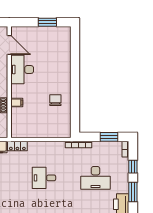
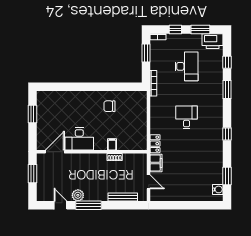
desk: (44, 178) -> (187, 117), turned 180

